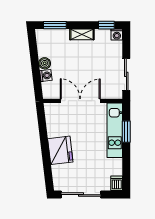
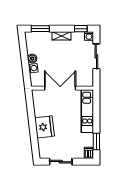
sliding door: (126, 74) -> (96, 56), moved
window: (126, 132) -> (96, 142), moved
sliding door: (81, 195) -> (61, 162), width x0.73

